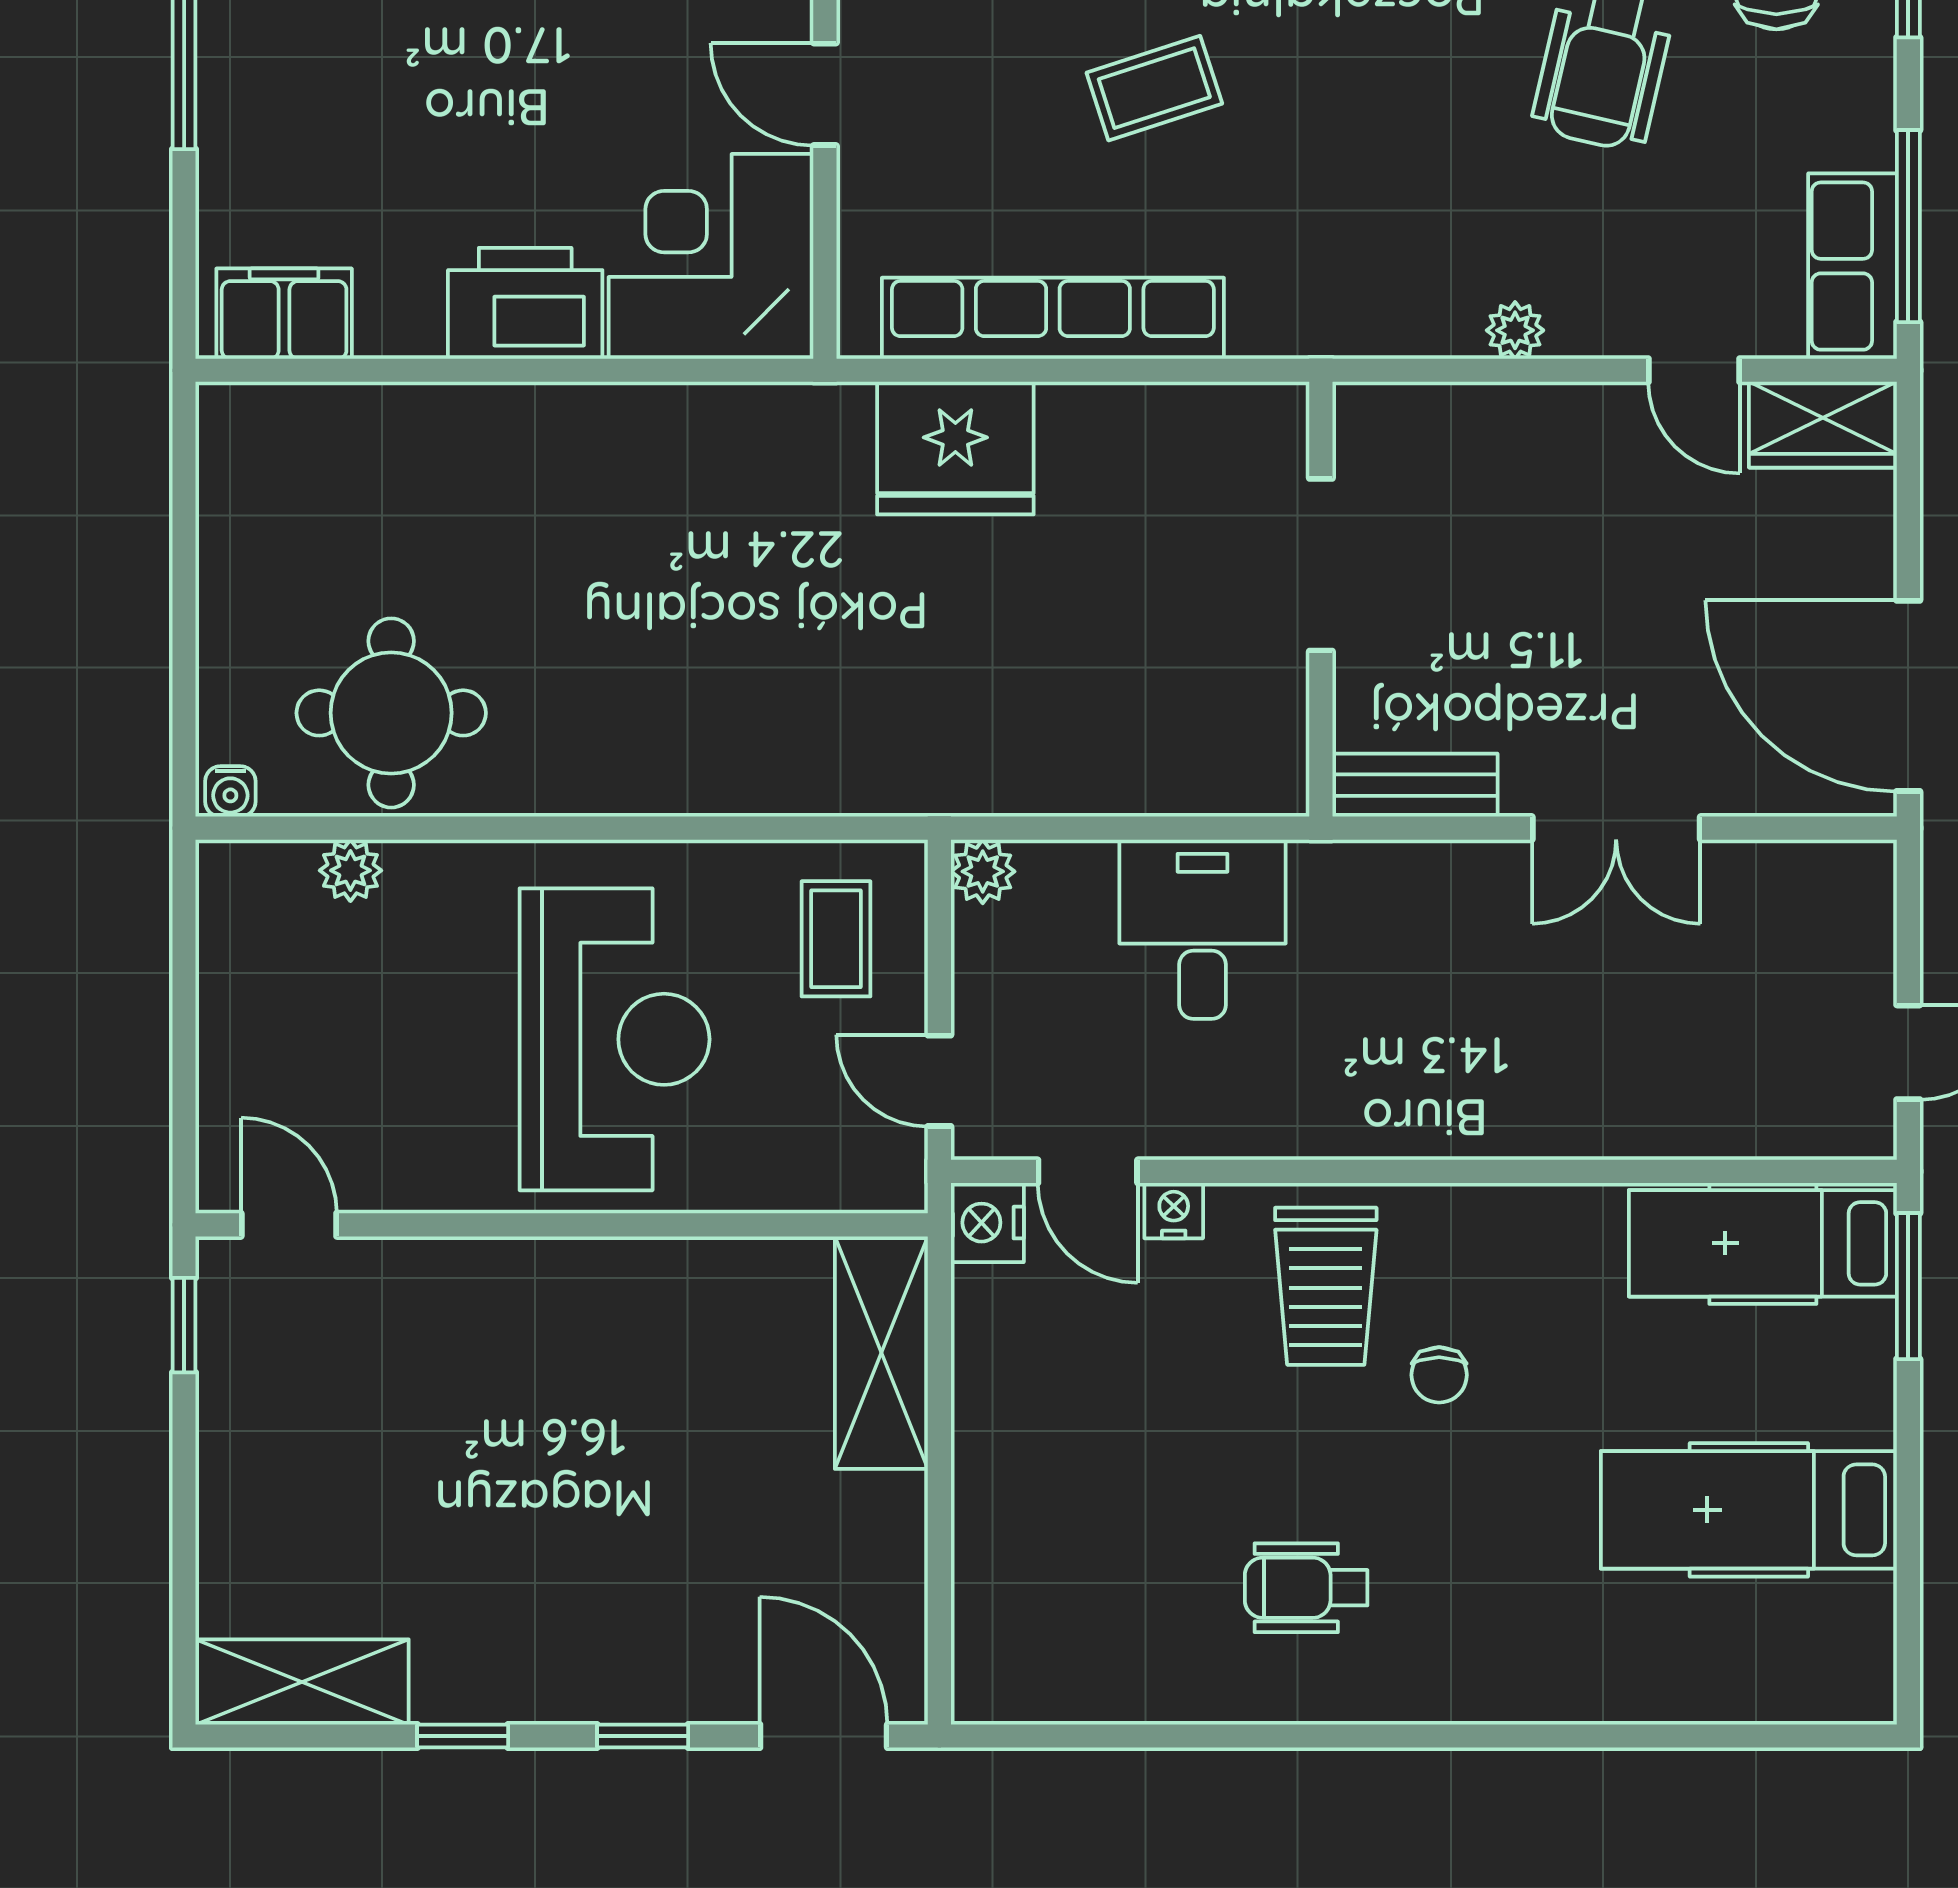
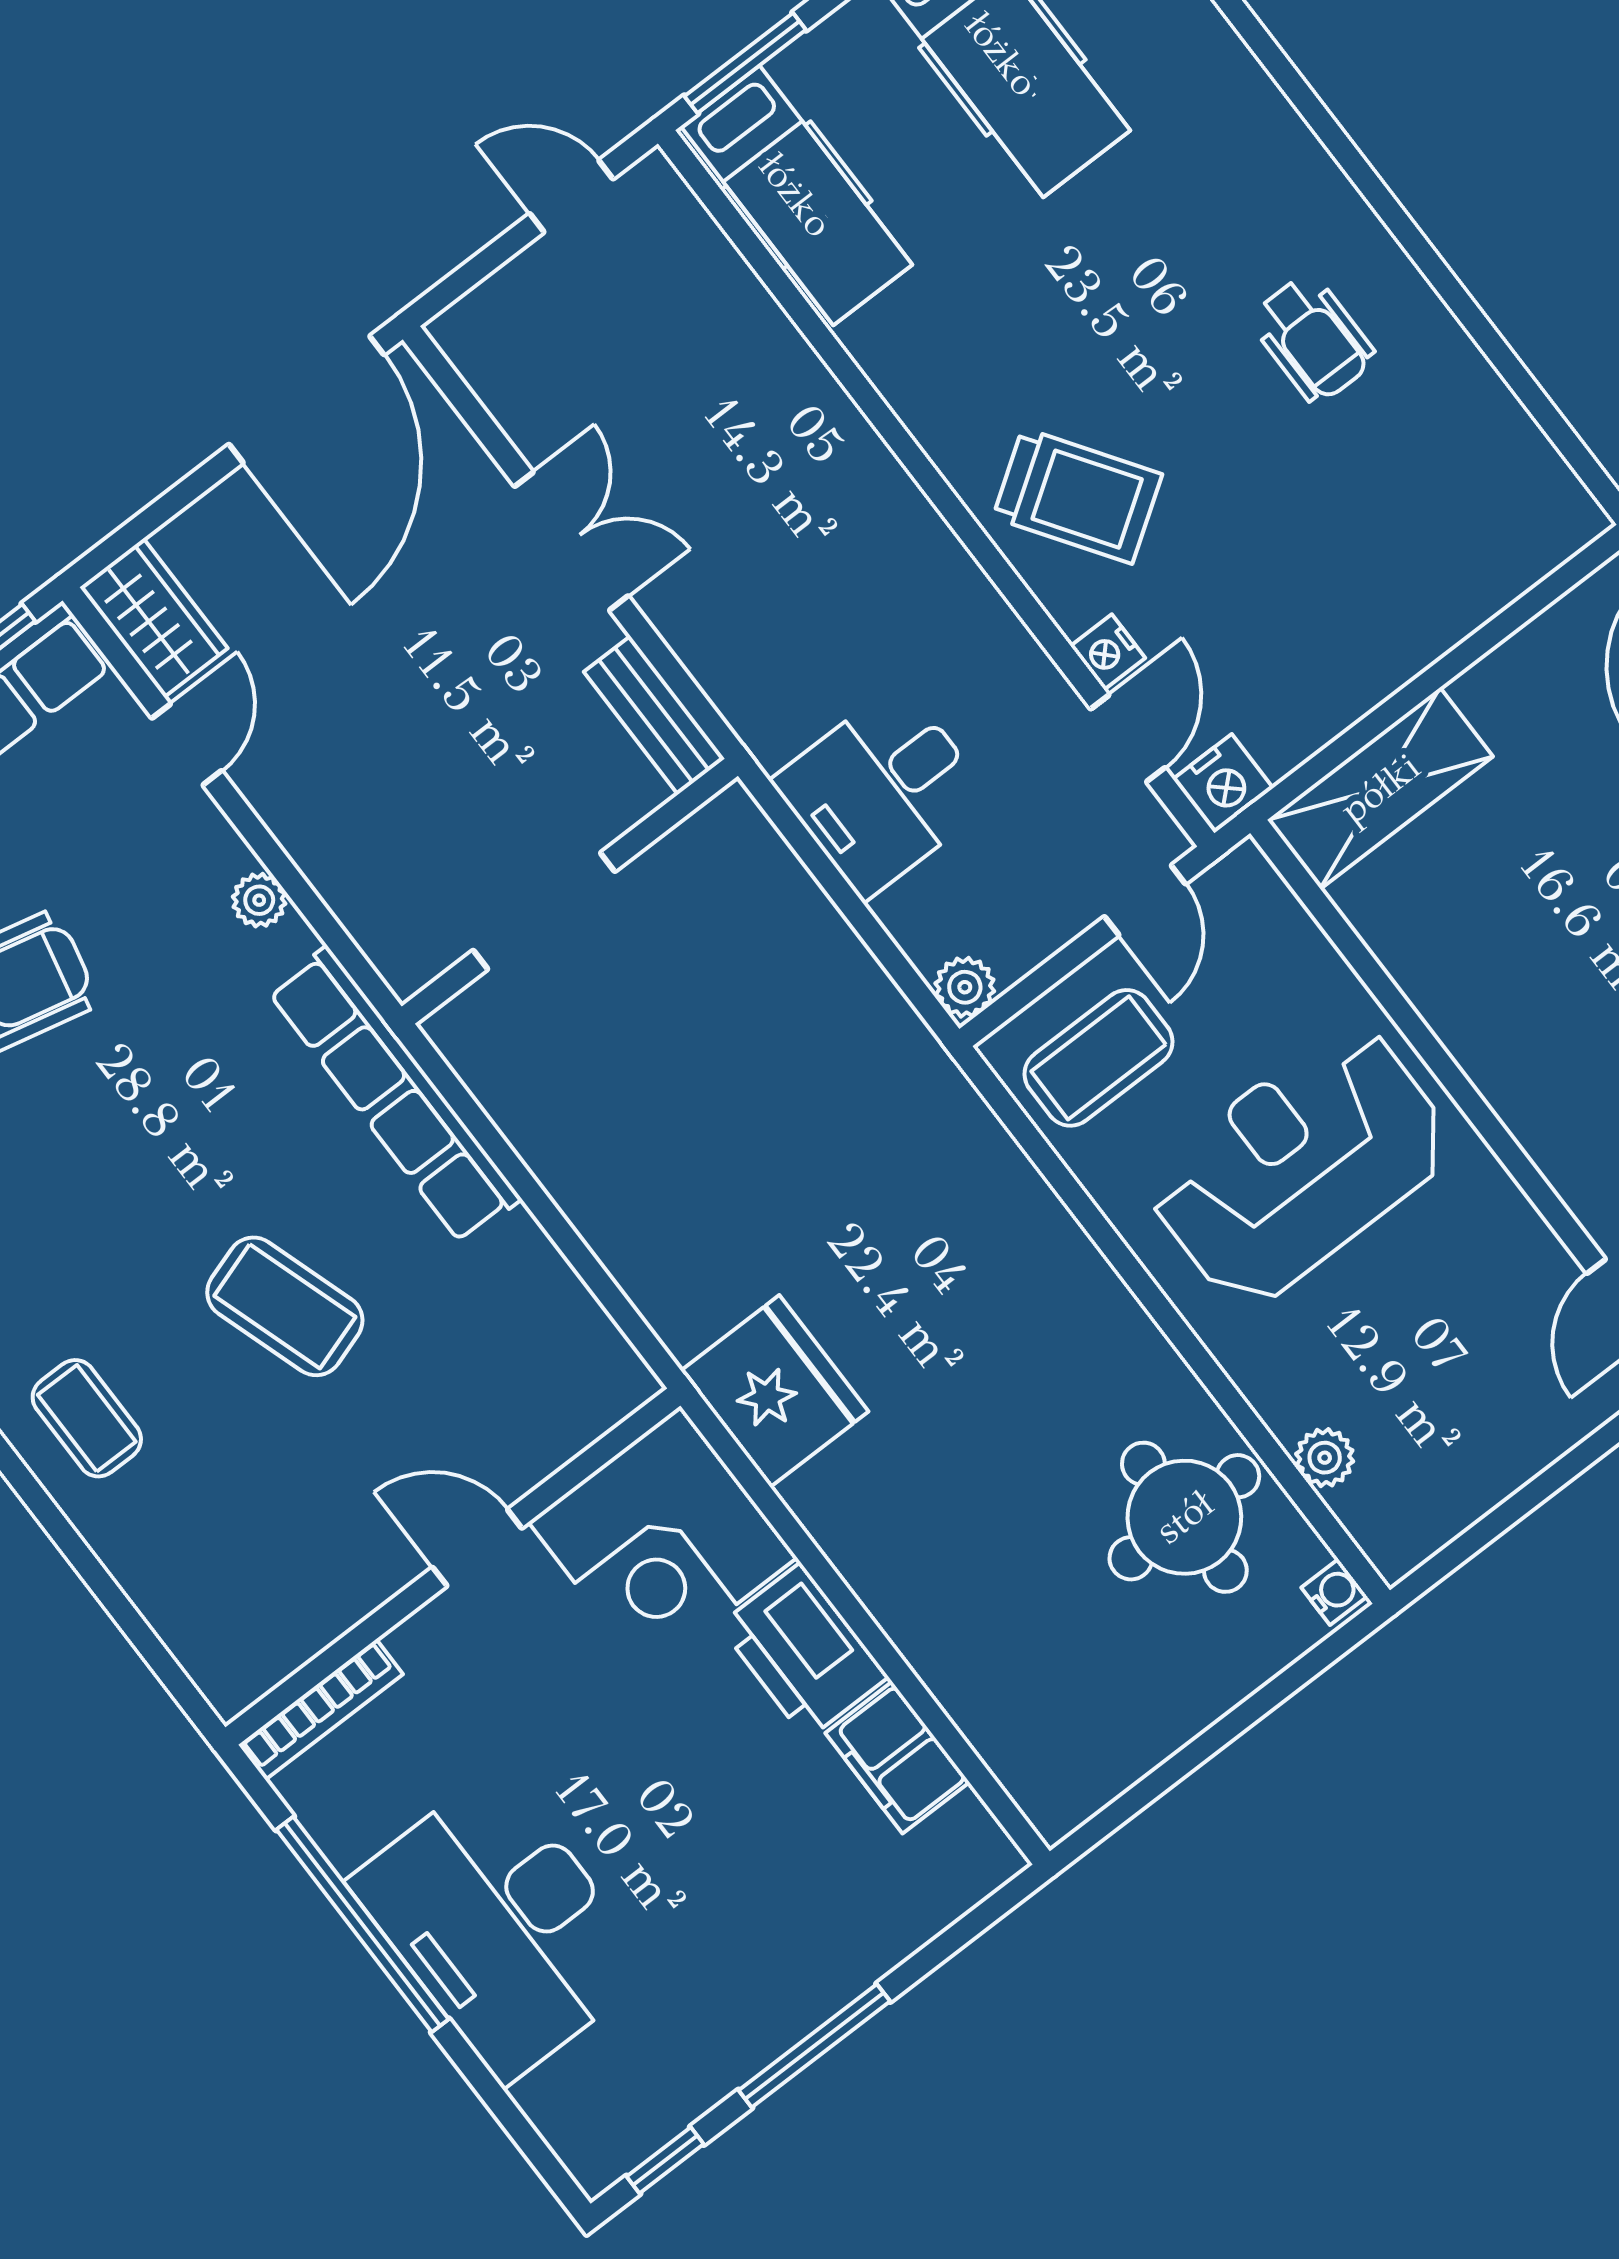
coffee table: (1154, 88) -> (285, 1306), width x1.36, depth x1.30
door: (825, 94) -> (477, 1548), swing flipped
filing cabinet: (284, 314) -> (897, 1758), moved
row of seats: (1053, 318) -> (394, 1095), moved
fridge: (955, 448) -> (775, 1391), moved
coffee table: (836, 939) -> (1099, 1058), width x1.36, depth x1.30
trolley: (1326, 1286) -> (1077, 496), turned 56
chair: (1439, 1375) -> (1079, 361), removed

